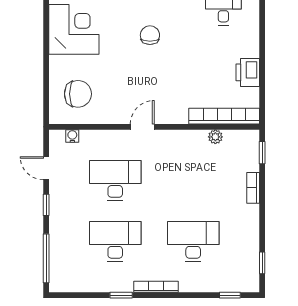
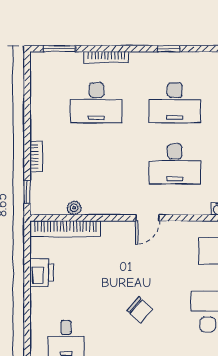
chair: (150, 35) -> (140, 310), turned -48
window: (262, 263) -> (27, 81), removed
bookcase: (156, 287) -> (106, 57), moved
window: (230, 295) -> (59, 49), width x1.50

